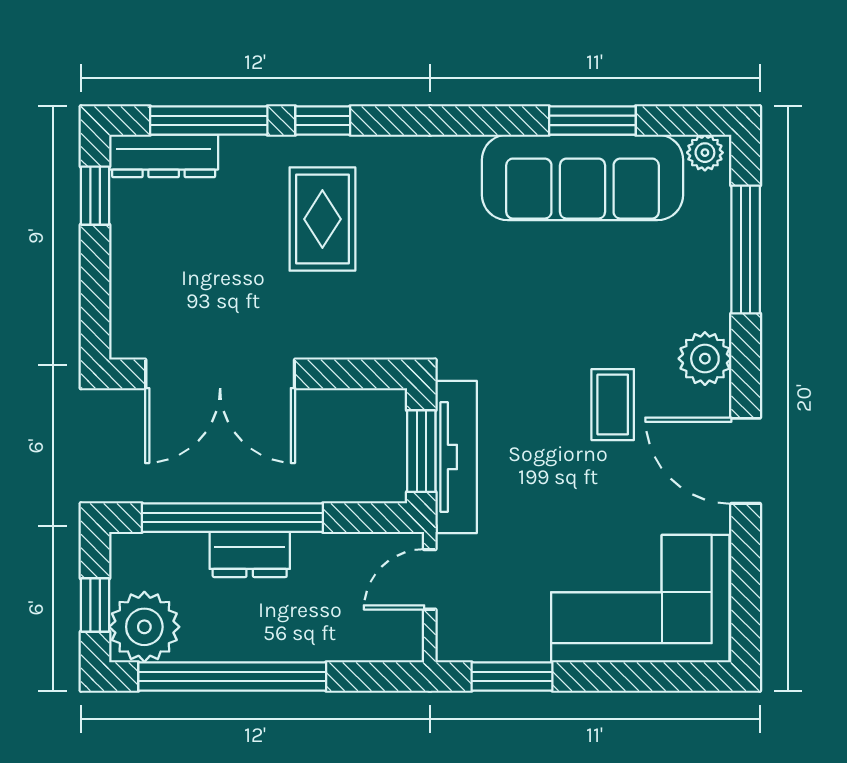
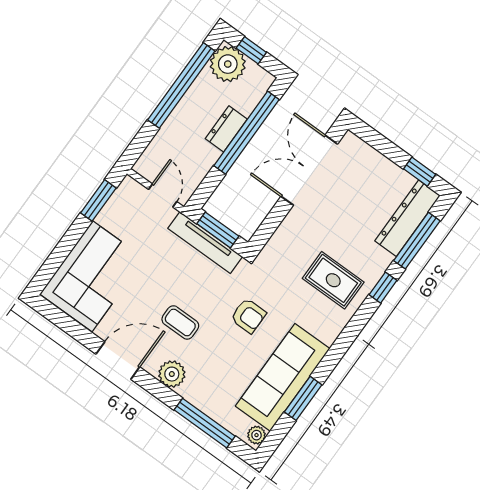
dresser: (164, 156) -> (408, 218), width x1.37, depth x1.24
rug: (322, 219) -> (333, 280), moved
armchair: (524, 303) -> (248, 316), added

